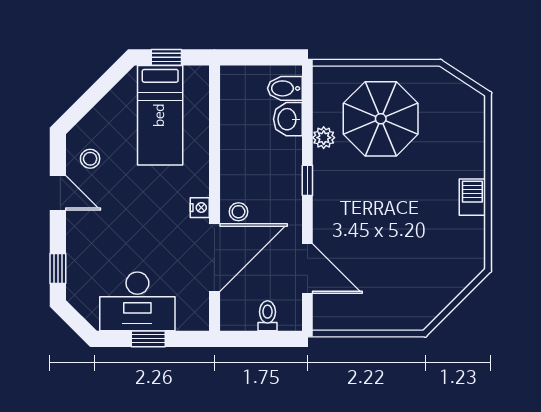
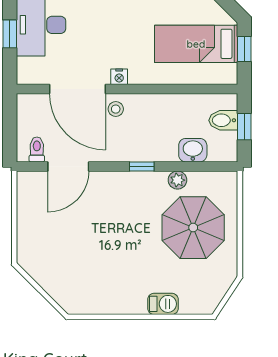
window: (259, 57) -> (244, 127), added
bidet: (285, 88) -> (223, 120), moved, turned -90
barbecue: (472, 197) -> (163, 304), moved
toilet: (267, 316) -> (37, 149), moved, turned -90

